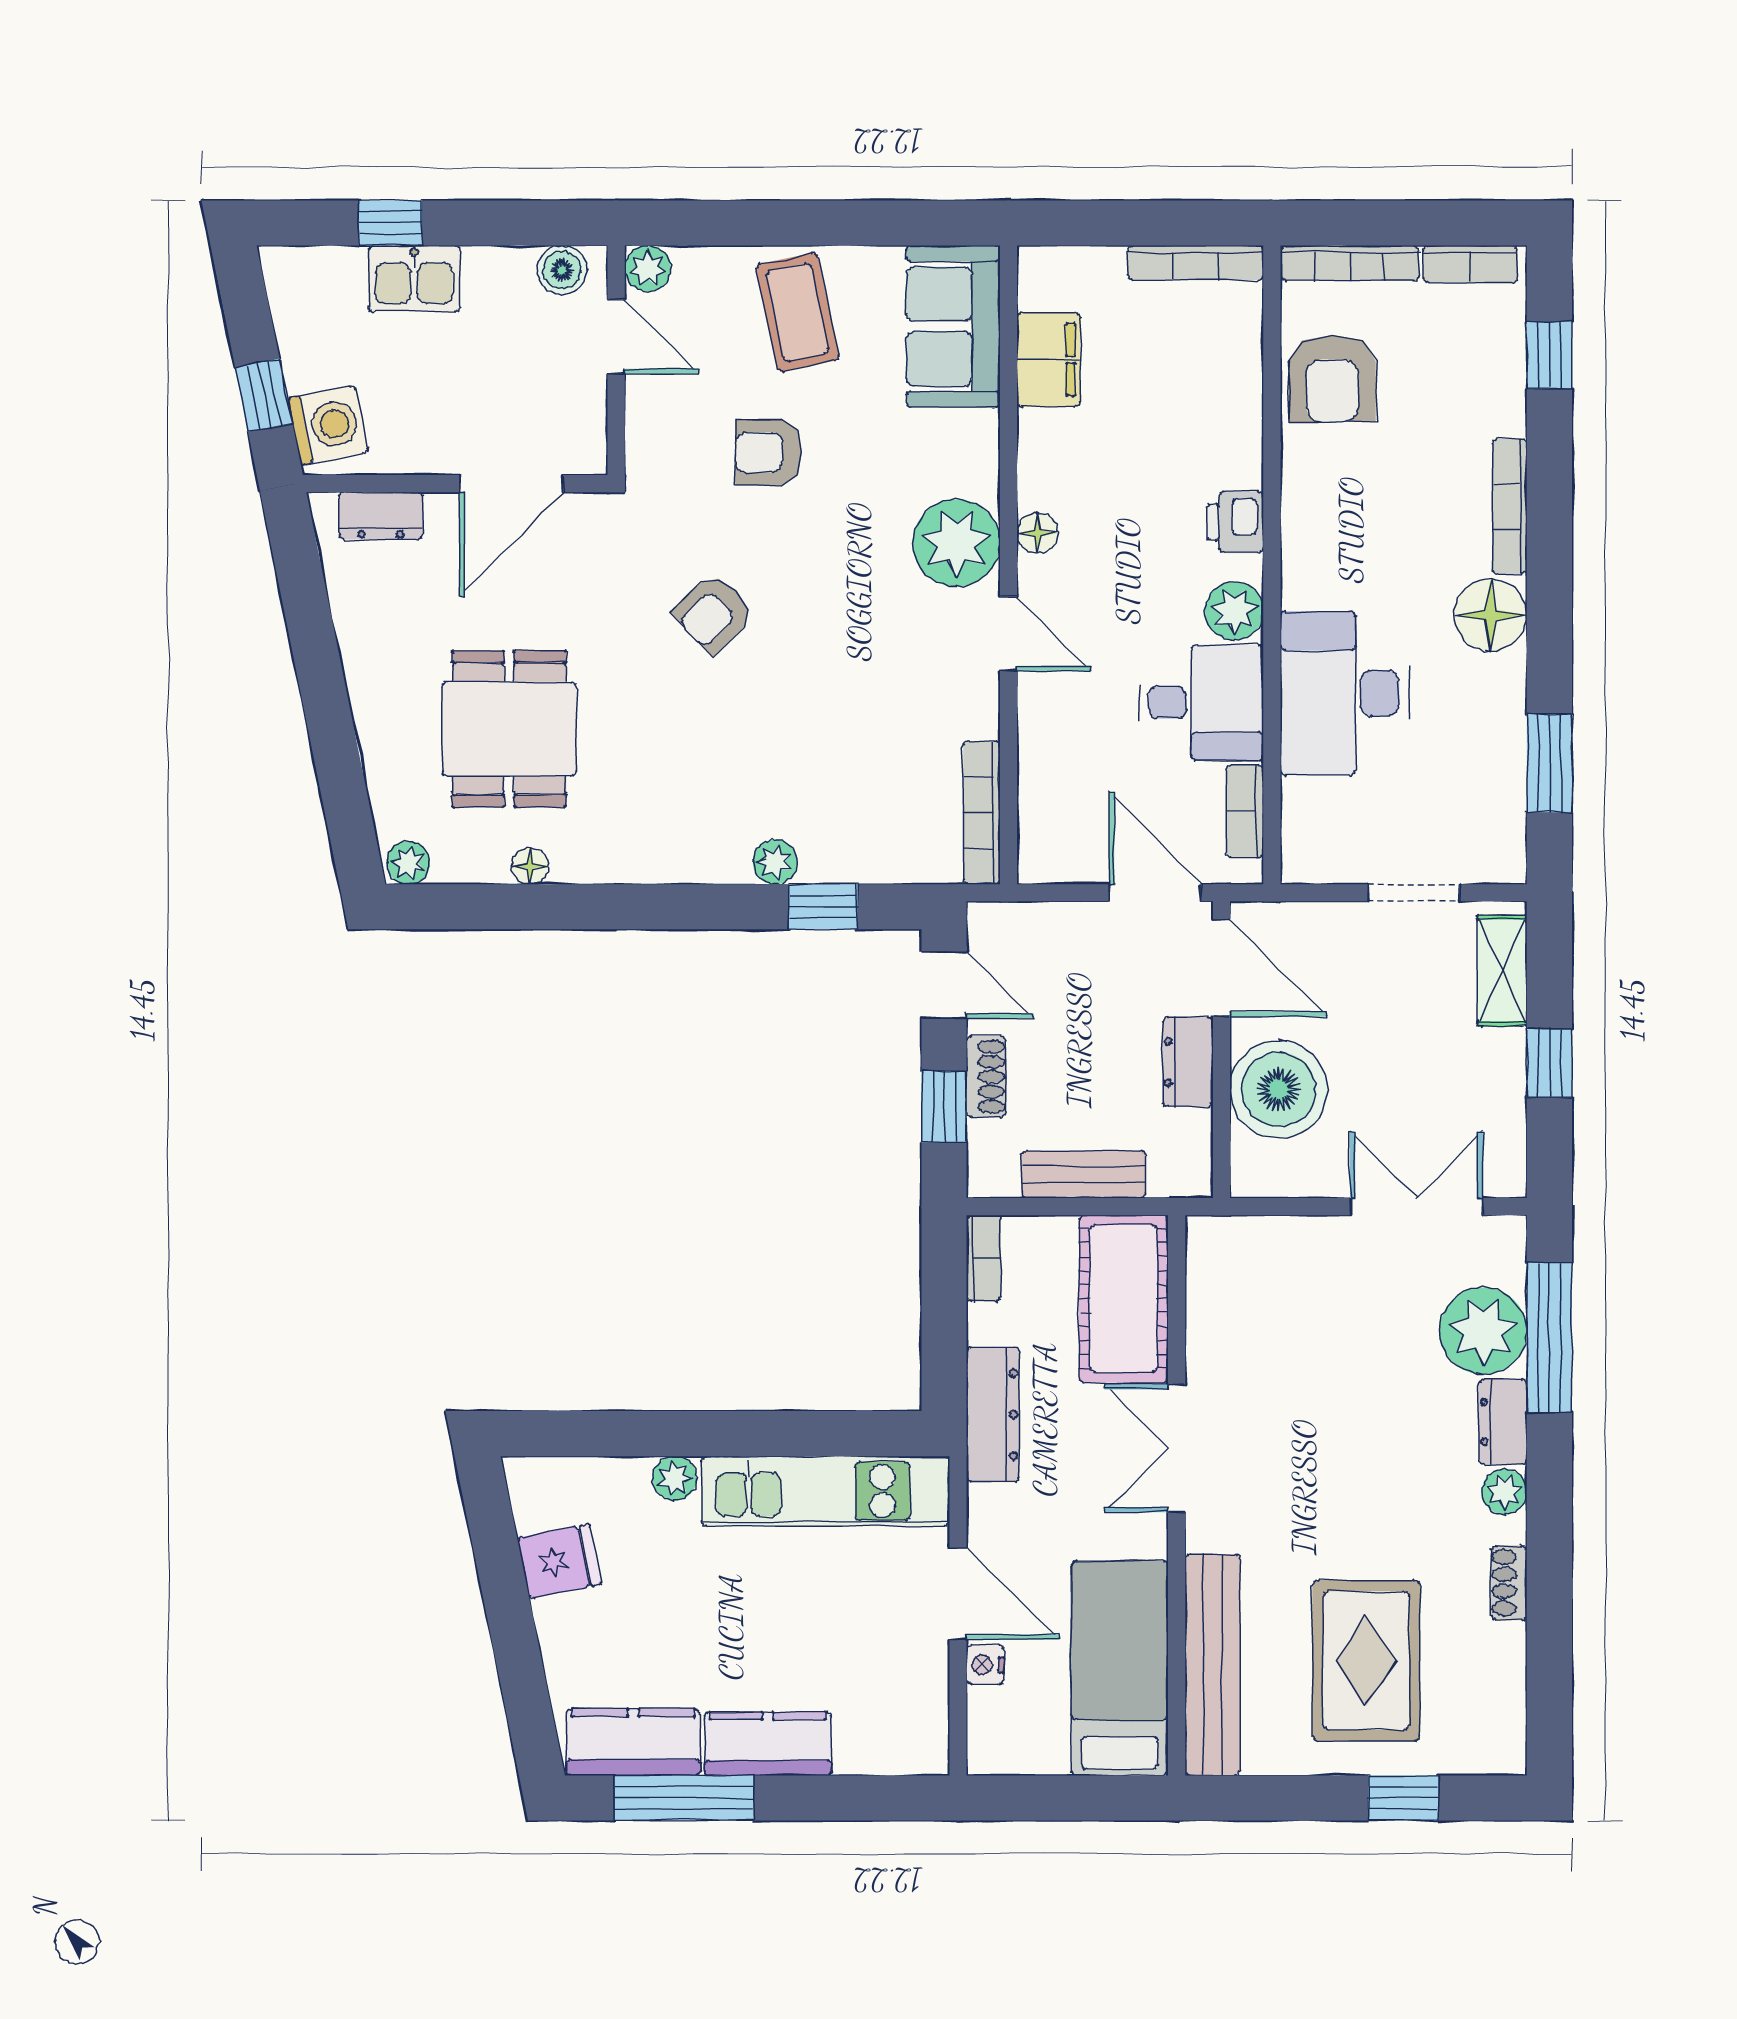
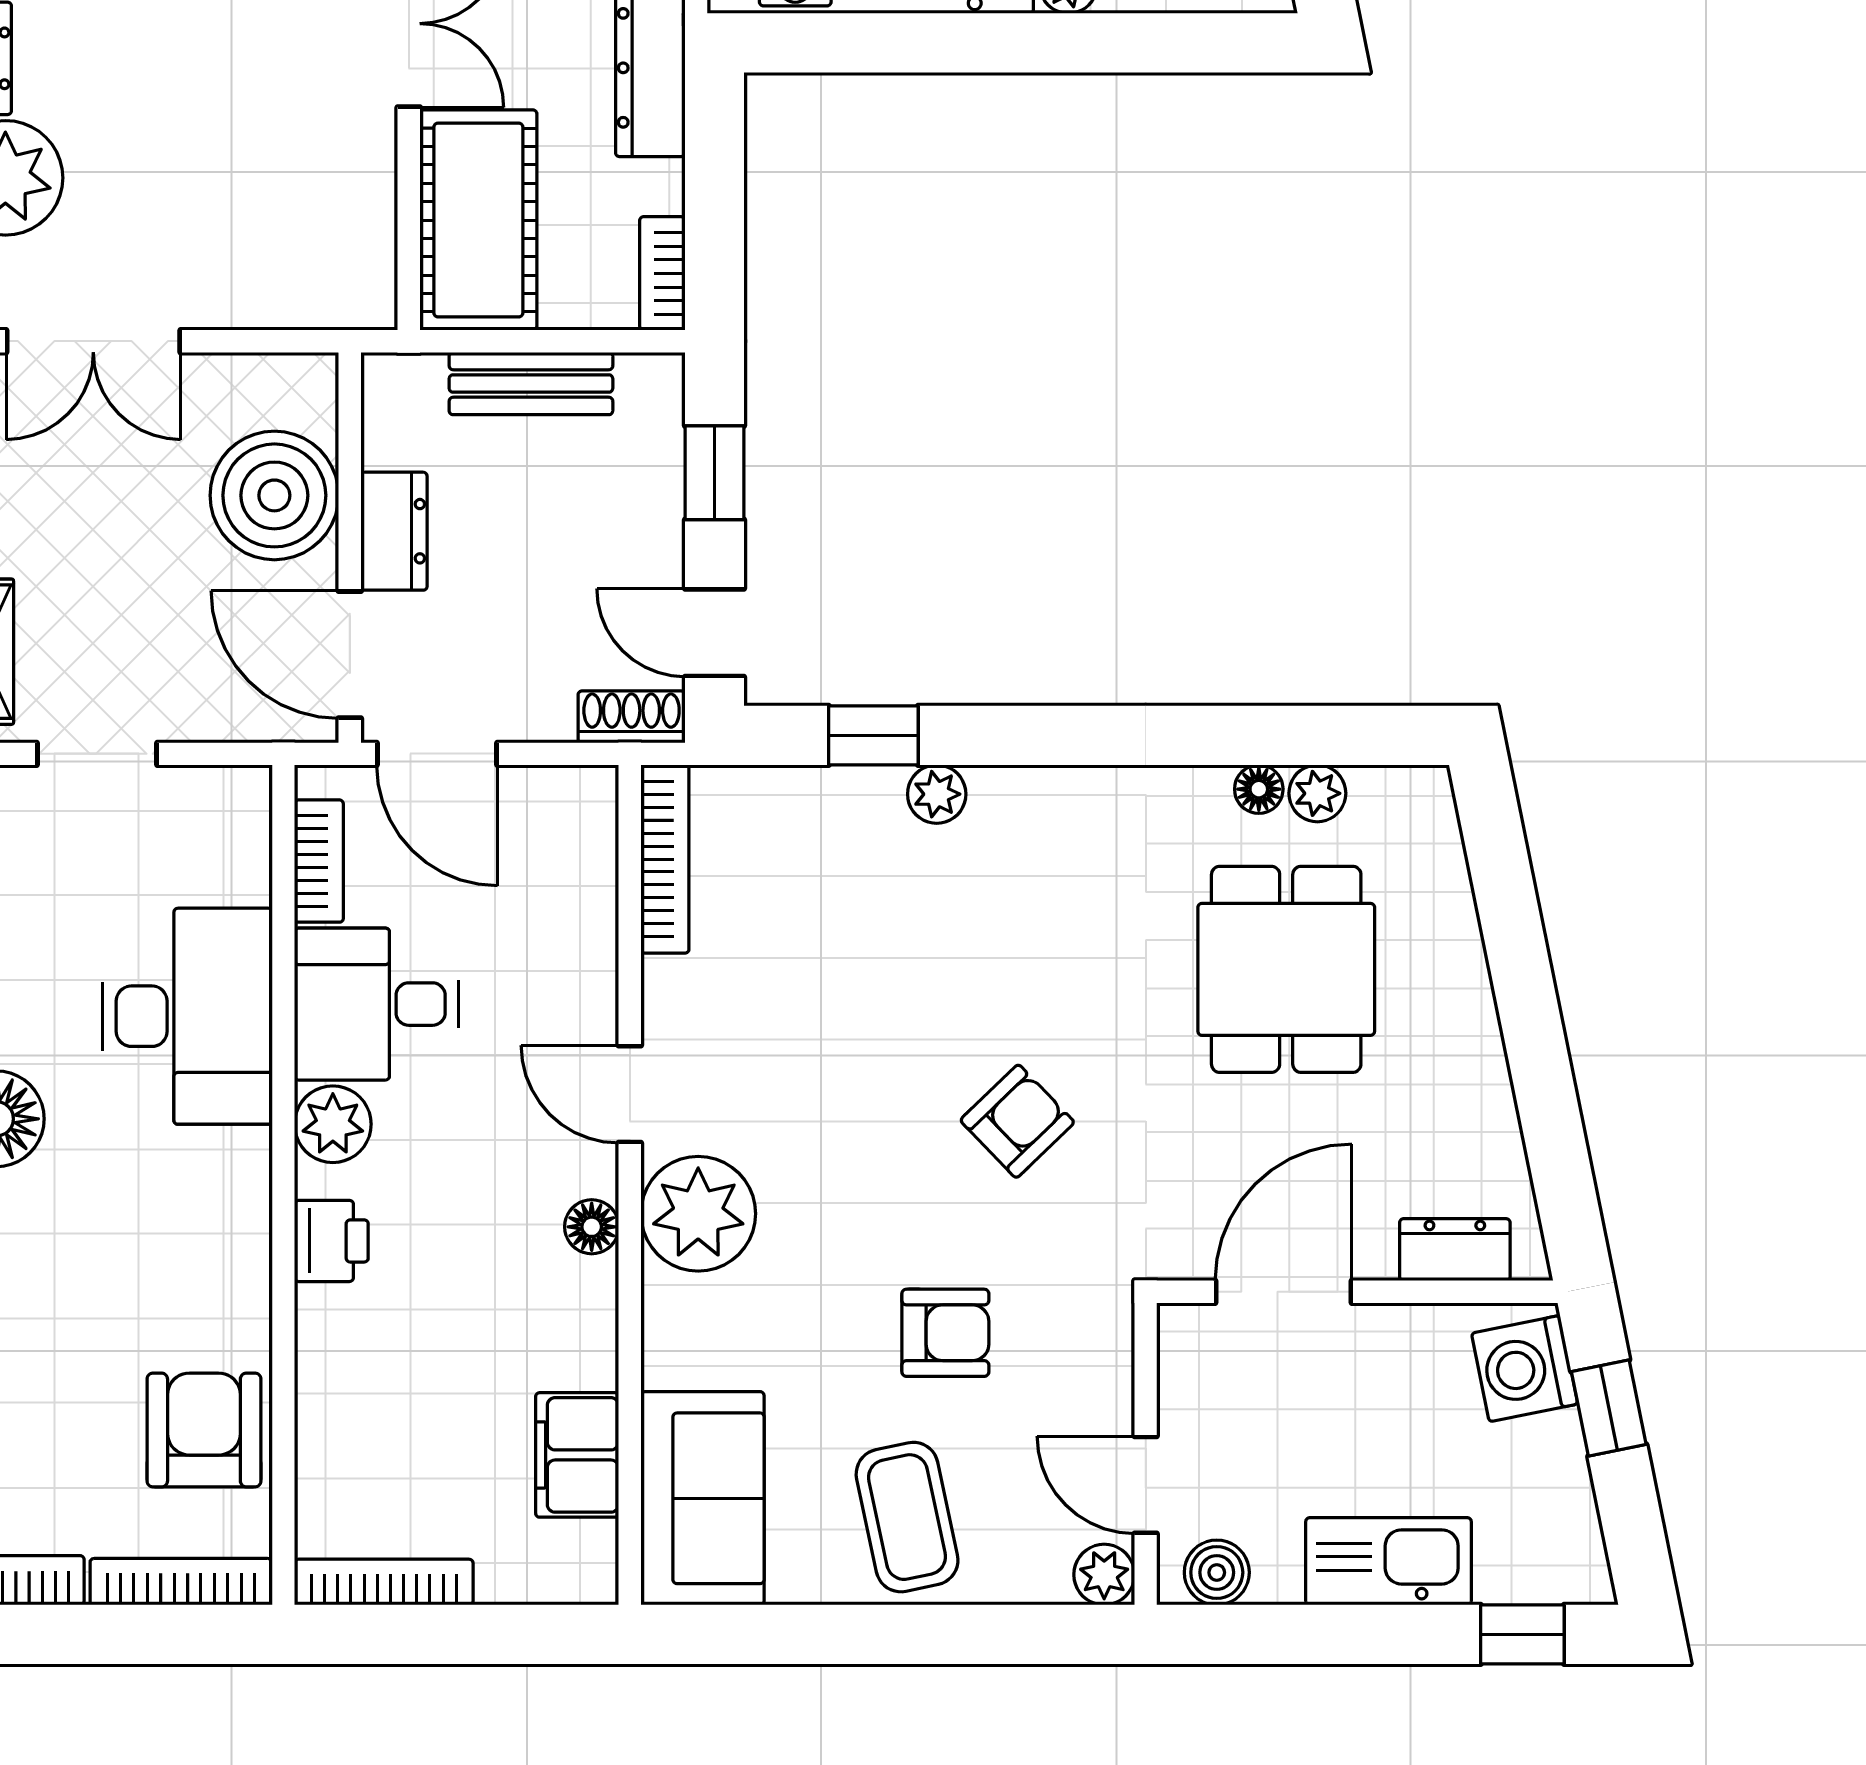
window: (390, 223) -> (1522, 1634), moved
kitchen sink: (414, 279) -> (1389, 1561), width x1.38
plant: (408, 863) -> (1317, 793), moved
shoe rack: (986, 1077) -> (632, 717), moved, turned 90

